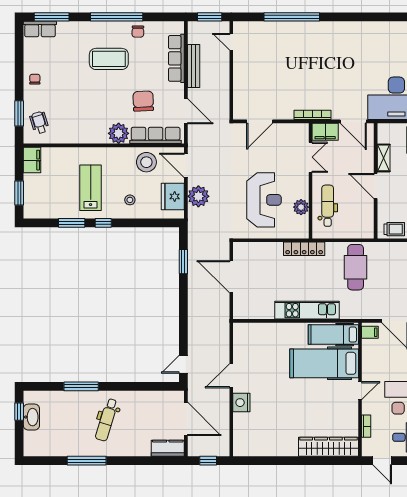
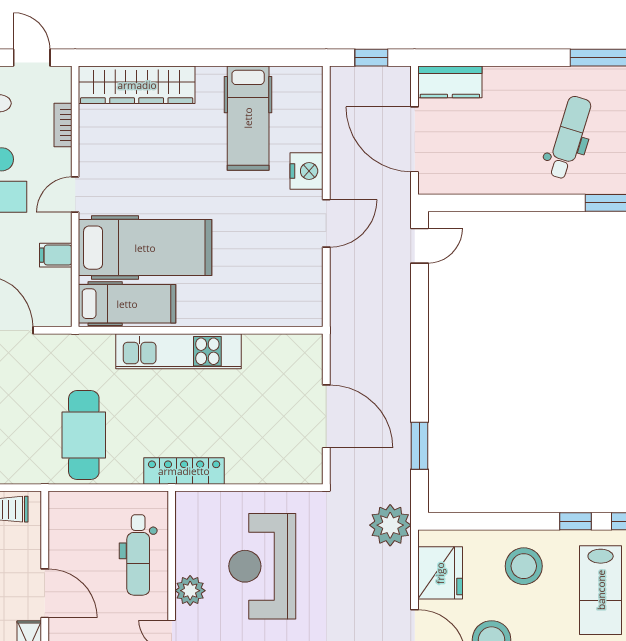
plant: (198, 196) -> (390, 525), moved
stool: (130, 200) -> (524, 566), width x1.89, depth x1.89
plant: (301, 207) -> (190, 591), moved
filing cabinet: (370, 332) -> (56, 255), moved
hospital bed: (271, 430) -> (248, 118), added

